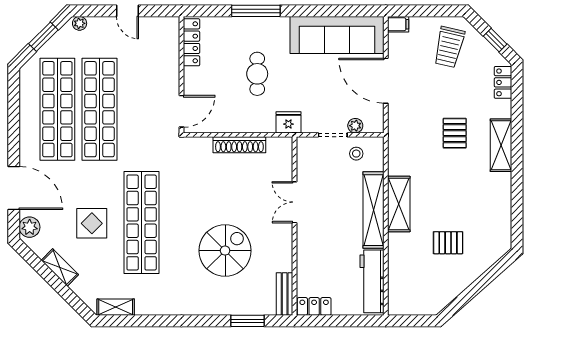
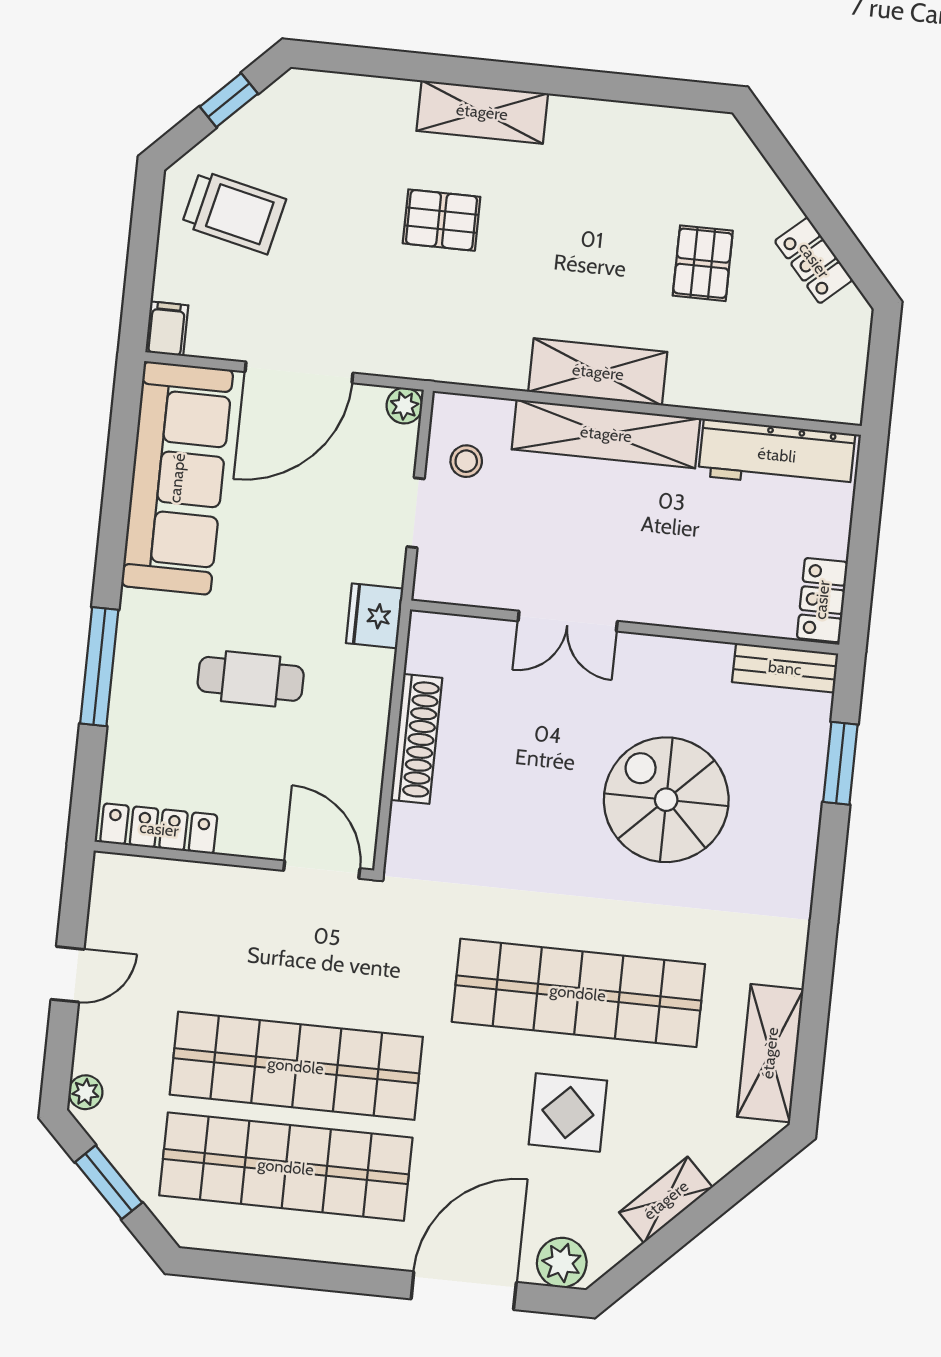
locker: (503, 82) -> (814, 260), moved, turned 48
plant: (355, 126) -> (404, 406), moved
shelving: (116, 307) -> (770, 1053), width x1.50, depth x1.33

